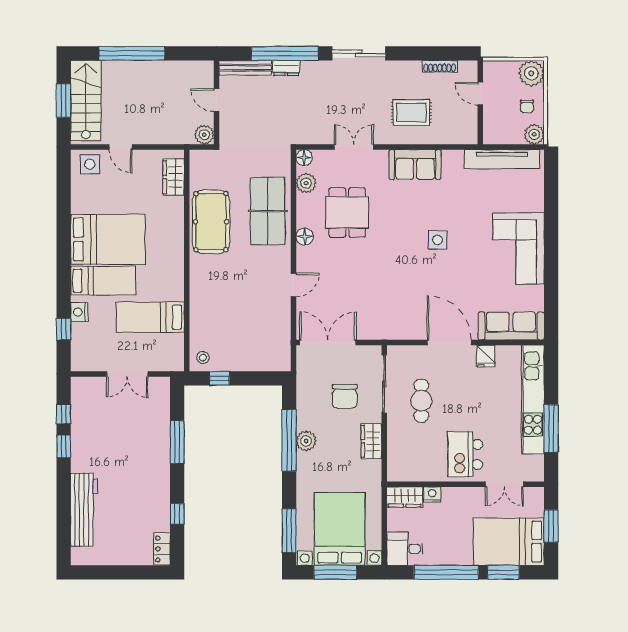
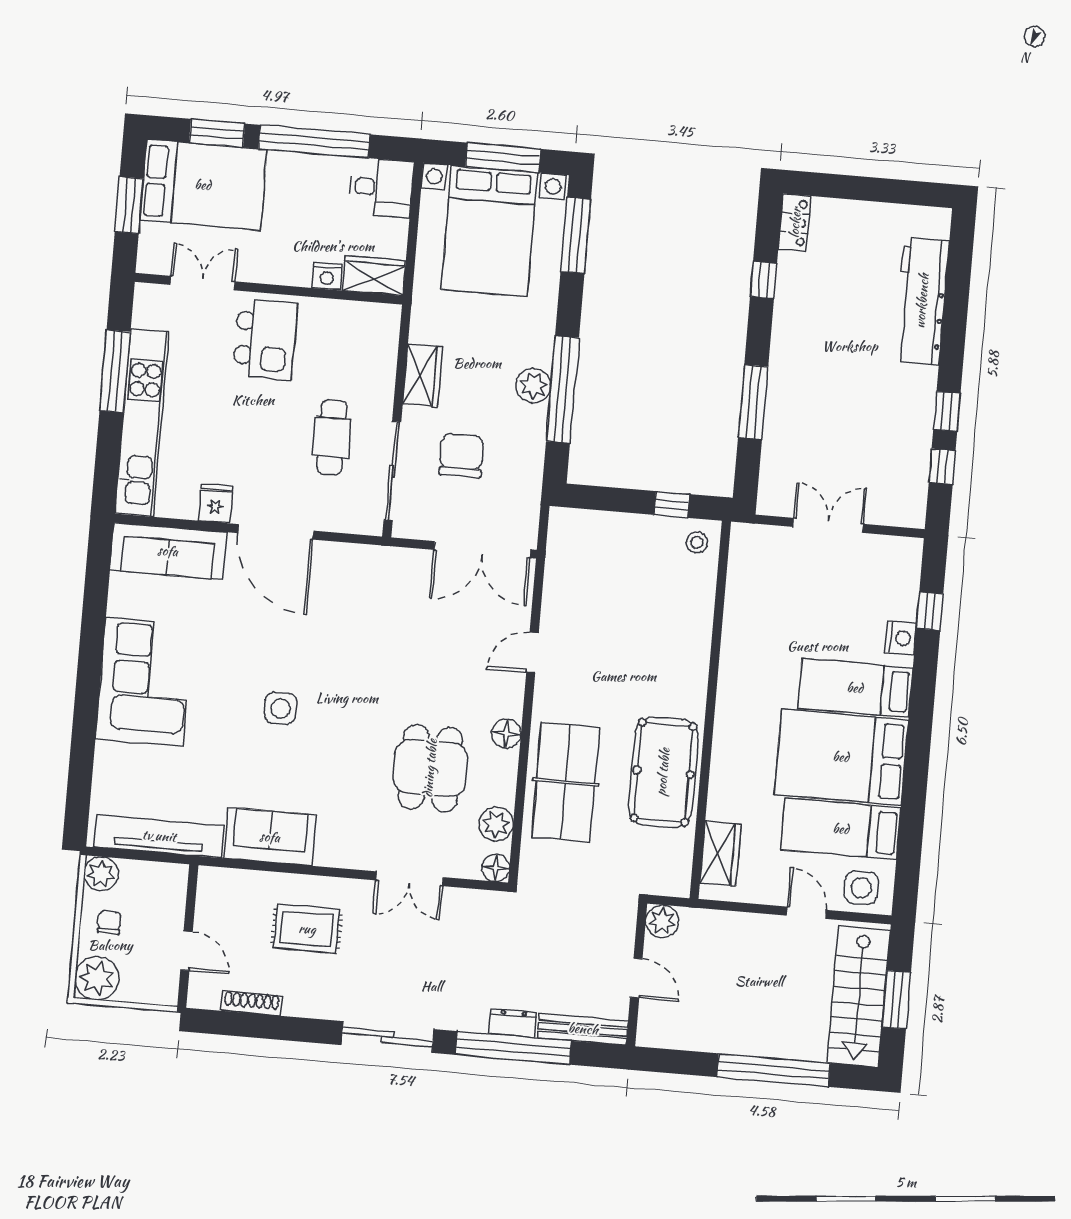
sofa: (415, 164) -> (270, 837), moved
bed: (150, 317) -> (841, 829), moved, turned 180

